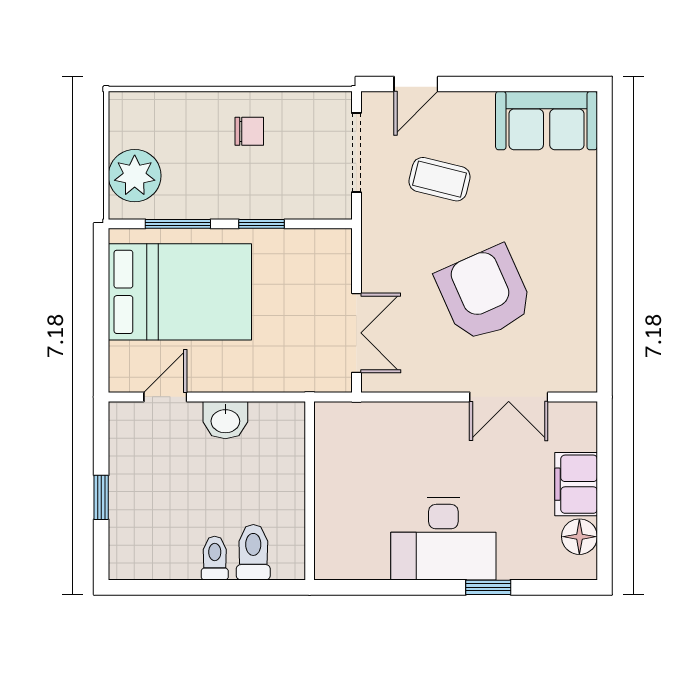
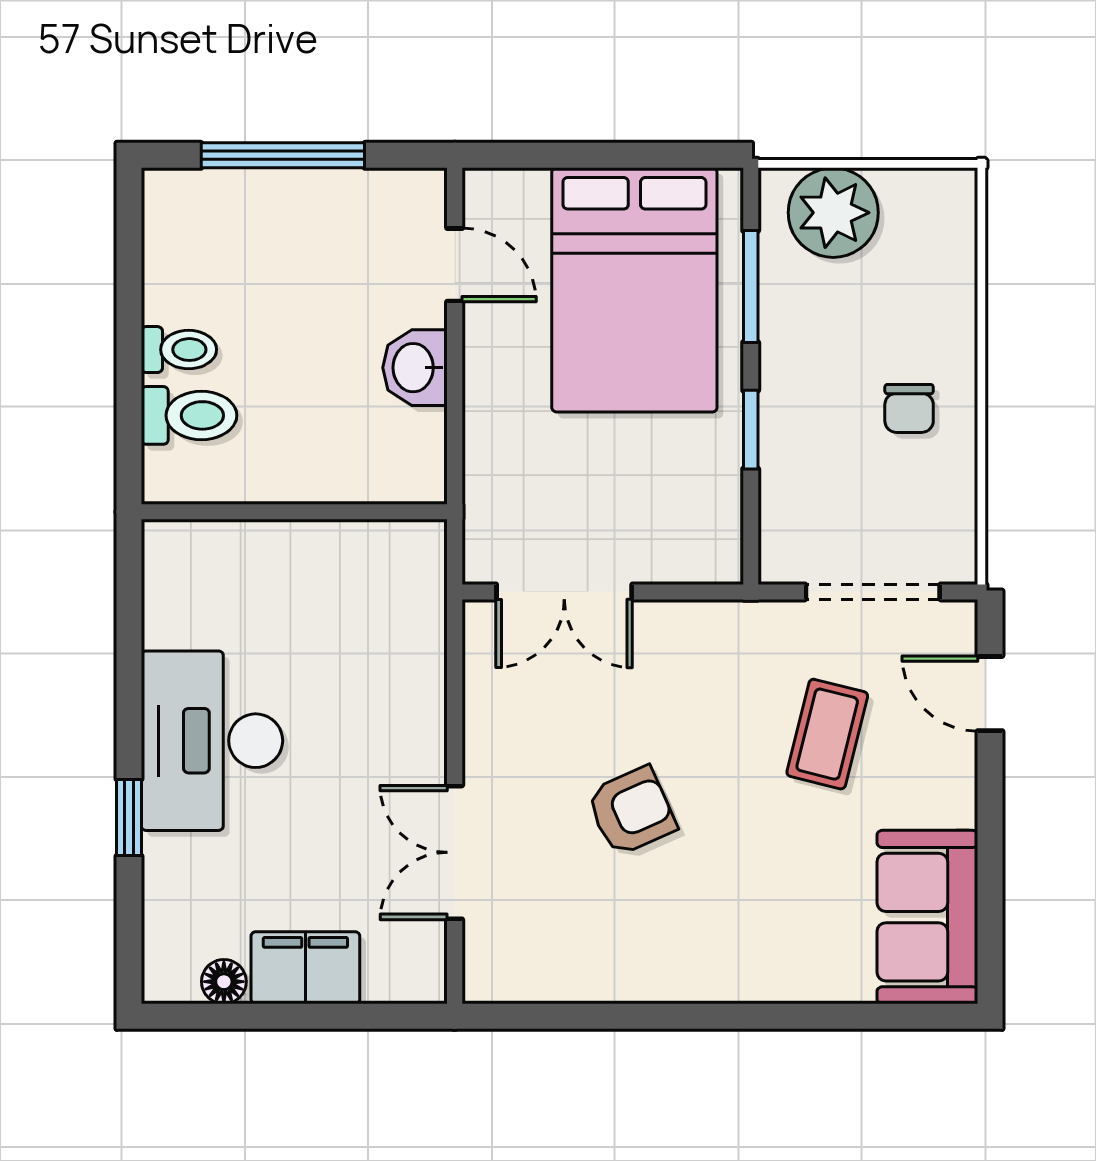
armchair: (484, 294) -> (631, 811), width x0.53, depth x0.53
window: (101, 497) -> (283, 155), width x2.17
floor lamp: (579, 537) -> (224, 982), width x0.73, depth x0.73

